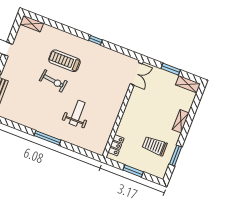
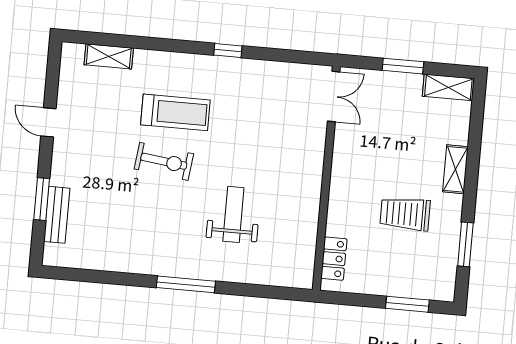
shelving: (32, 24) -> (109, 56), moved
treadmill: (64, 61) -> (175, 112), turned 180
trolley: (155, 146) -> (405, 214), moved
window: (133, 171) -> (407, 304), moved

